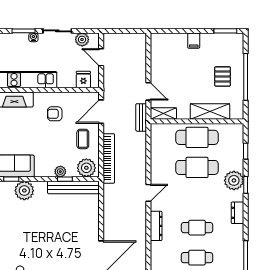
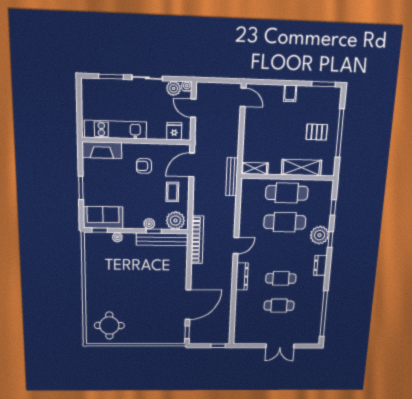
water cooler: (33, 37) -> (187, 86), moved
pallet: (223, 76) -> (317, 132), turned 90
door: (148, 91) -> (243, 97), moved
bench: (141, 117) -> (232, 177), width x1.36
bookcase: (109, 158) -> (197, 240), moved
plant: (24, 191) -> (117, 237), width x0.53, depth x0.53

